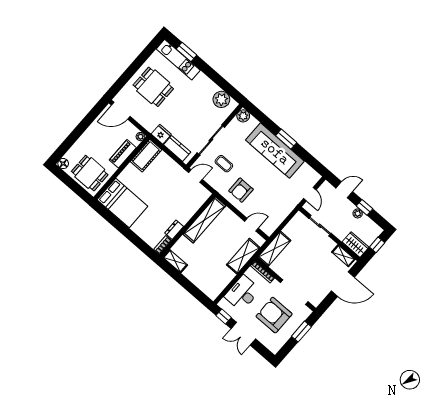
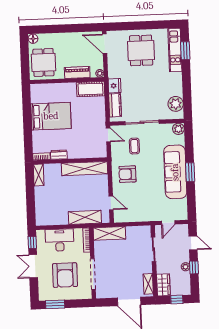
bed: (122, 203) -> (51, 116), moved, turned -90
armchair: (274, 315) -> (65, 275), turned 180
window: (301, 332) -> (55, 304), moved

